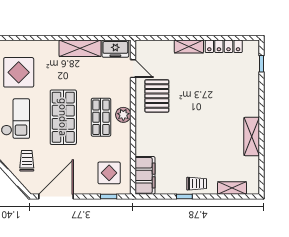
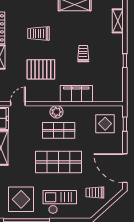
trolley: (217, 93) -> (39, 34), added
pallet: (157, 96) -> (41, 69), moved
filing cabinet: (145, 175) -> (76, 94), moved
trolley: (197, 184) -> (83, 54), moved

